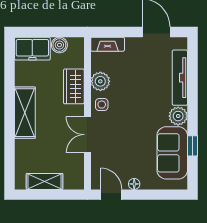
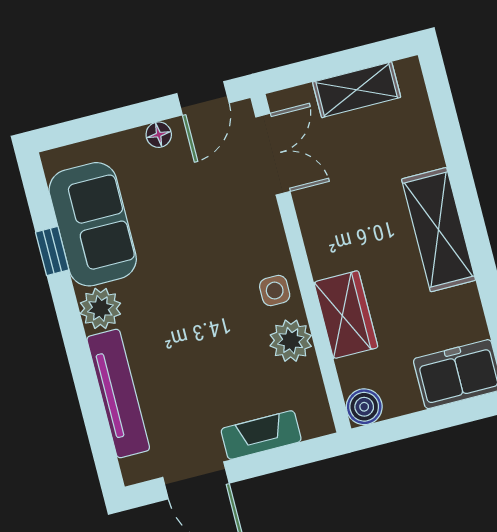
fireplace: (108, 44) -> (261, 435), moved
boiler: (59, 45) -> (364, 407), moved
double door: (87, 135) -> (273, 154), moved
door: (111, 195) -> (203, 98), hinge flipped

